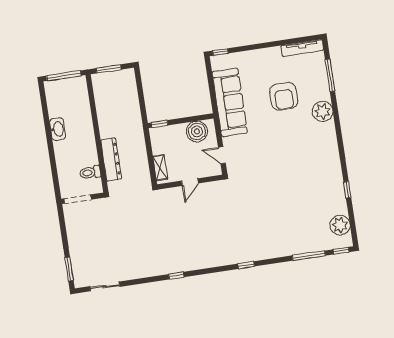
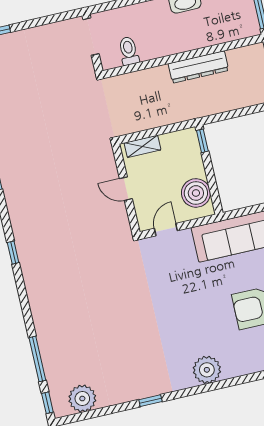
plant: (323, 111) -> (207, 370), moved
dresser: (111, 159) -> (198, 67), moved
window: (347, 190) -> (150, 401), moved
window: (246, 265) -> (13, 253), moved

